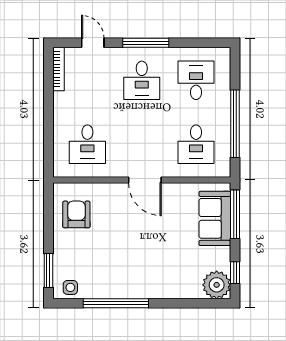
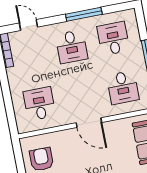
window: (146, 43) -> (84, 14), moved
desk: (87, 144) -> (39, 104), turned 180

